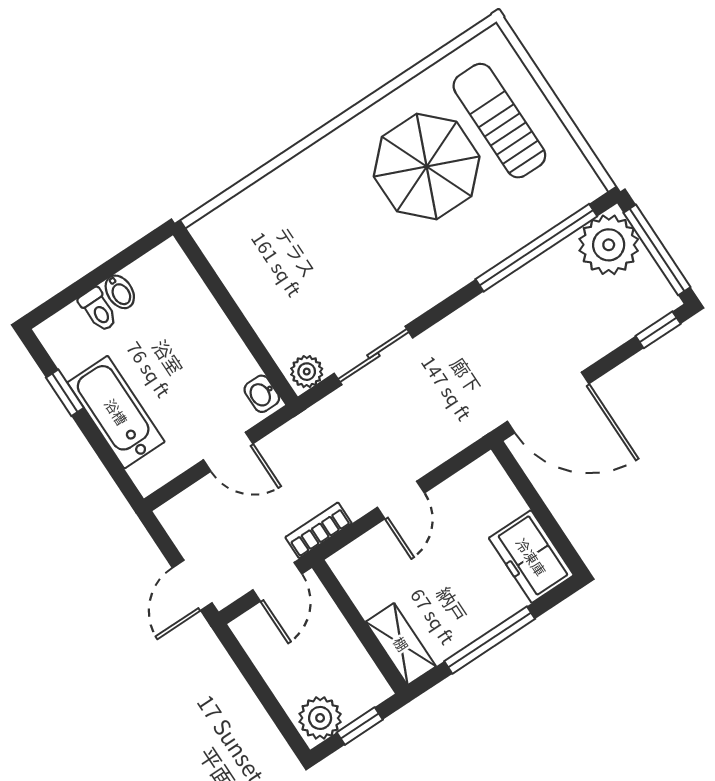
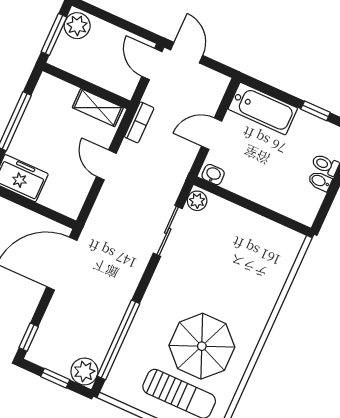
plant: (609, 245) -> (84, 371), width x0.73, depth x0.73
window: (657, 250) -> (55, 378), width x0.46
bathtub: (116, 412) -> (263, 109), moved
door: (277, 582) -> (152, 64), moved
shelving: (401, 644) -> (98, 108), moved
window: (360, 726) -> (54, 34), width x1.50

